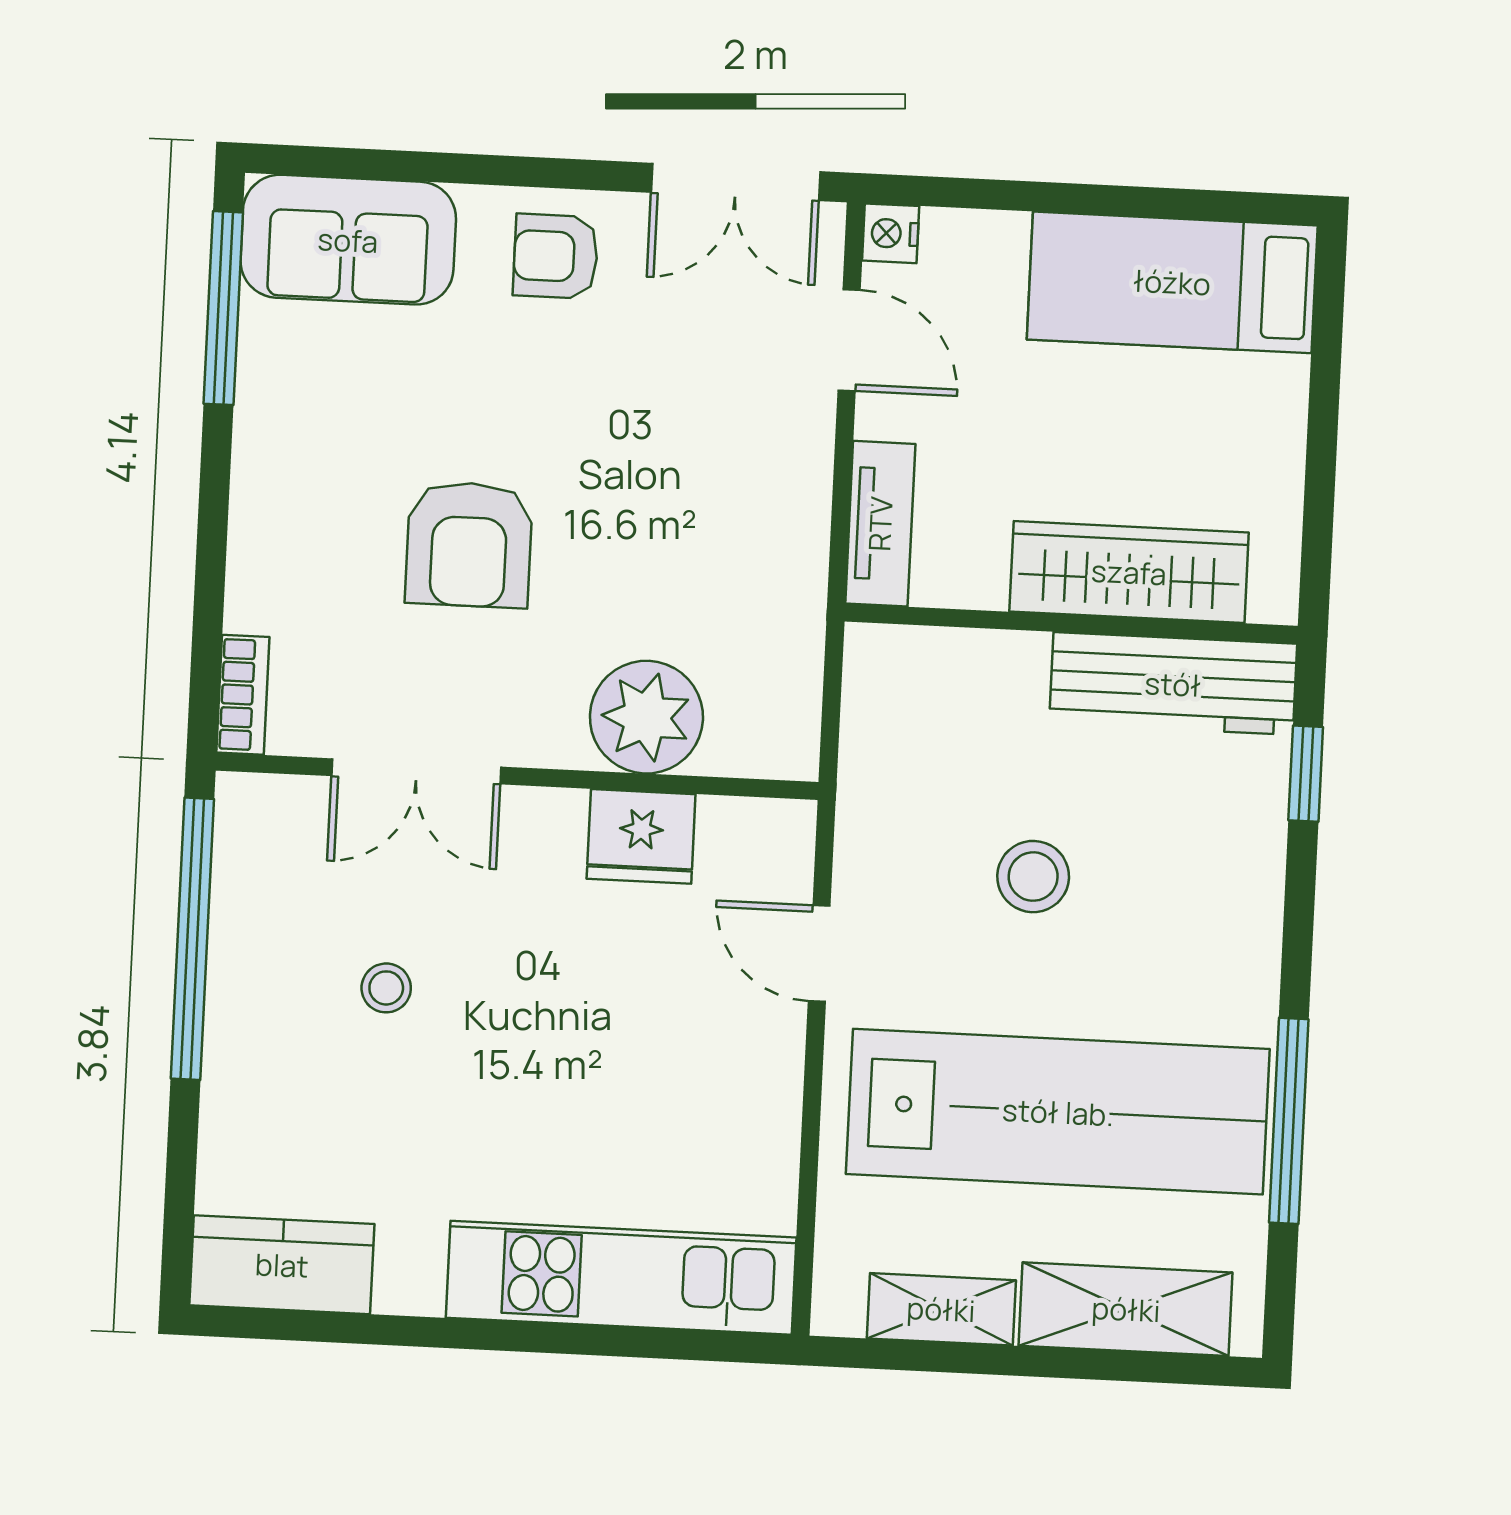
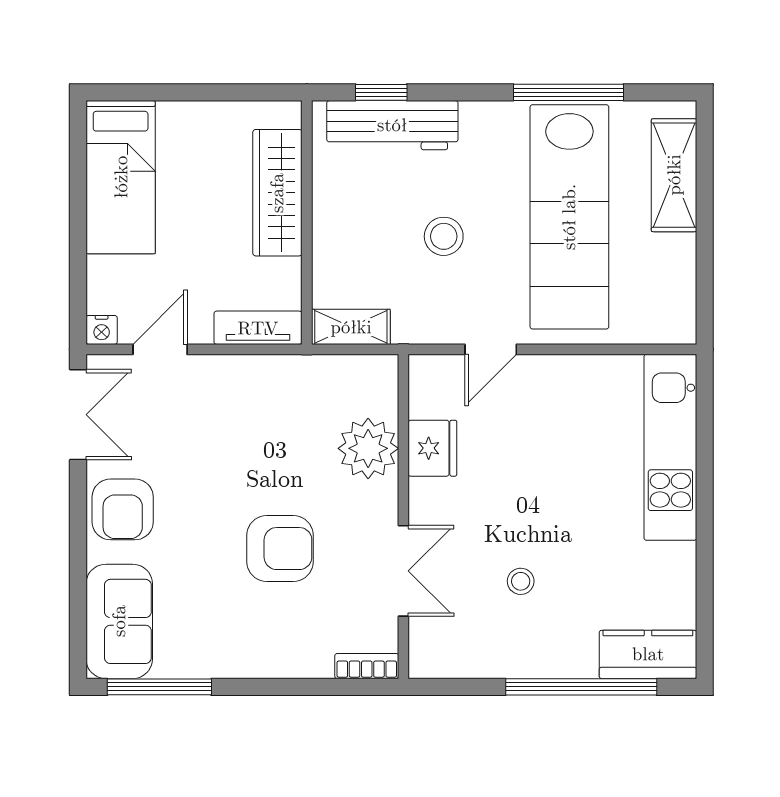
armchair: (556, 256) -> (123, 509), width x1.38, depth x1.38
workbench: (1173, 684) -> (392, 125), moved, turned 90
window: (192, 939) -> (581, 687), moved
lab bench: (1058, 1112) -> (569, 217), turned 180
kitchen counter: (282, 1265) -> (648, 654), moved, turned 90
shelving: (941, 1309) -> (351, 327), moved, turned 90

